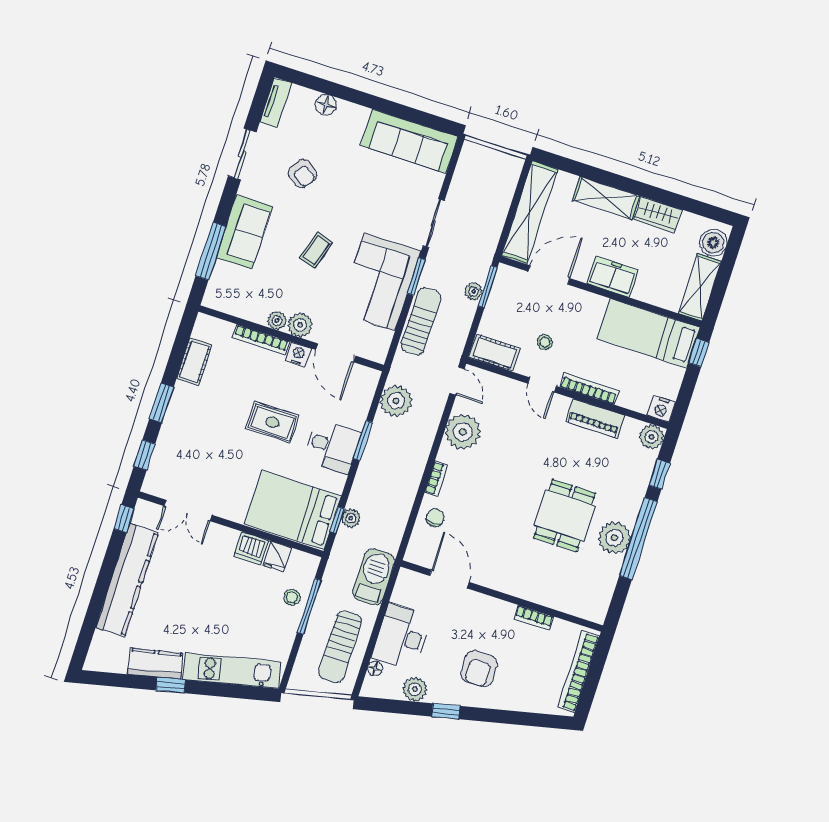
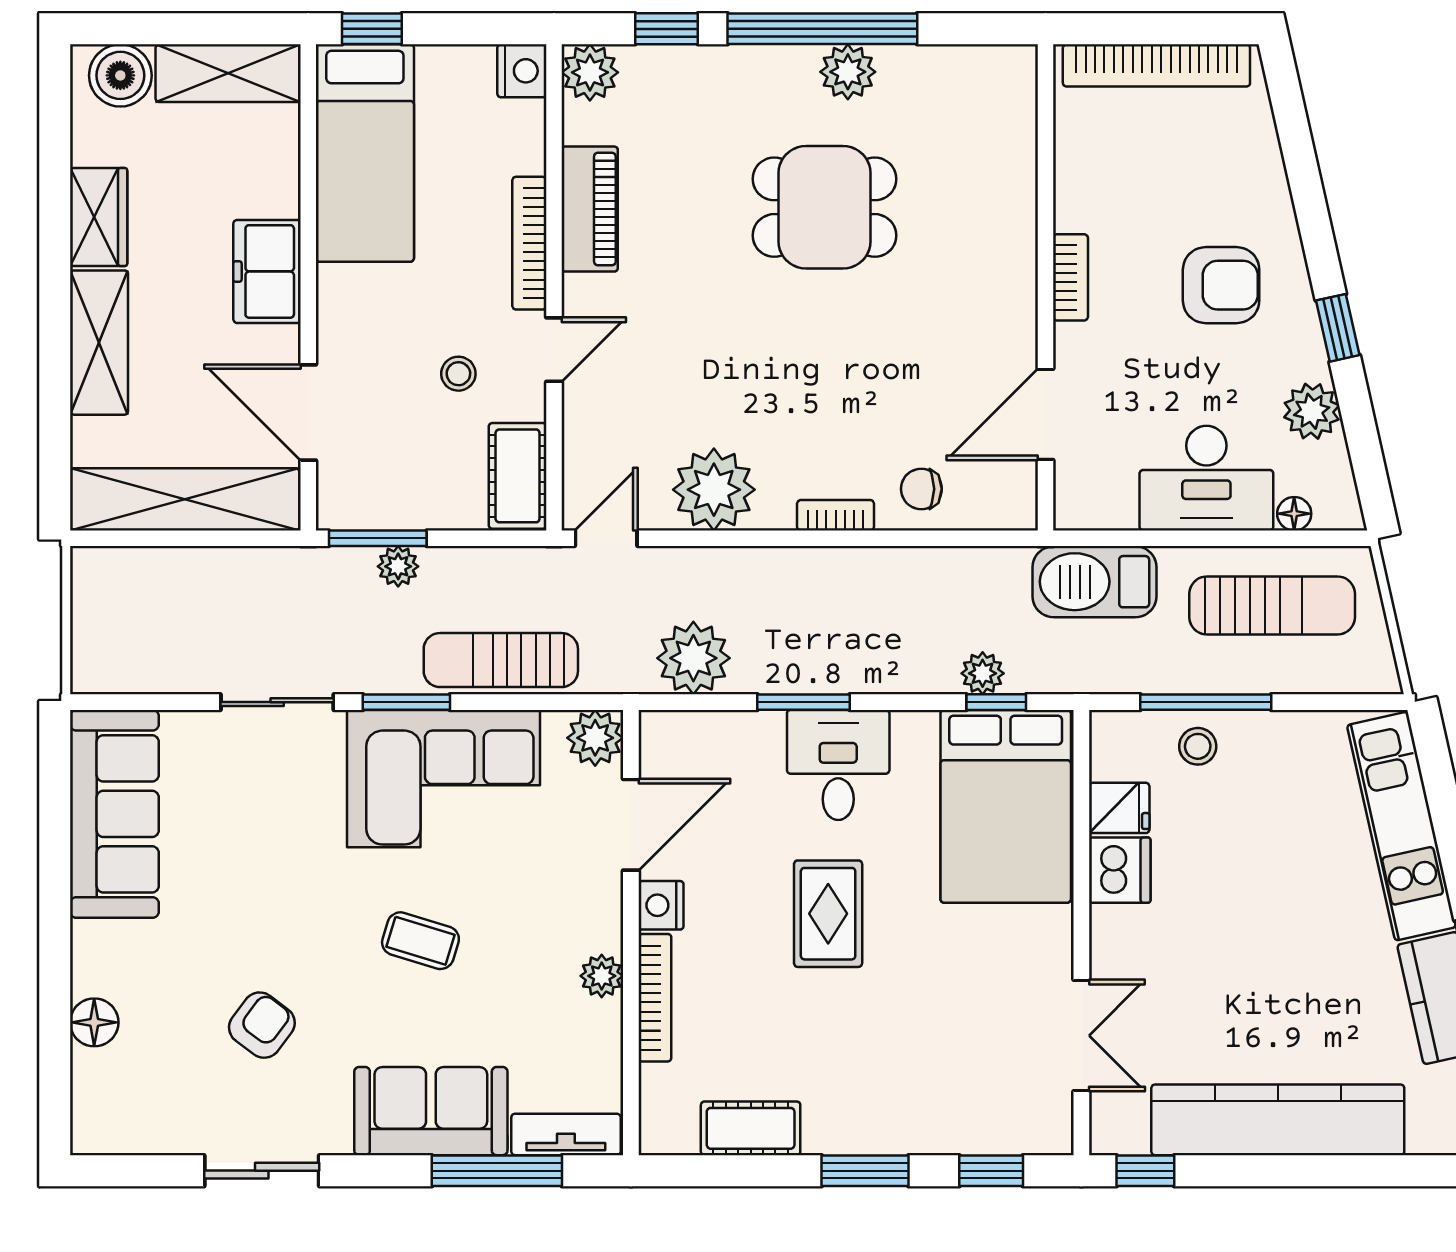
tv unit: (276, 102) -> (566, 1134), moved
plant: (300, 325) -> (595, 738), moved
plant: (614, 538) -> (848, 72), width x0.73, depth x0.73
bookcase: (534, 618) -> (1071, 277), moved

